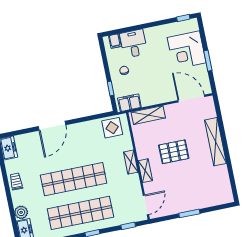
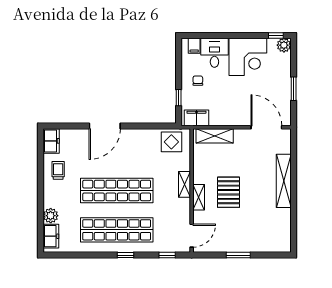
plant: (192, 25) -> (284, 45), added
corner desk: (187, 50) -> (248, 57), moved, turned -90
pallet: (174, 152) -> (228, 192), moved, turned 90
trolley: (16, 182) -> (58, 170), moved

